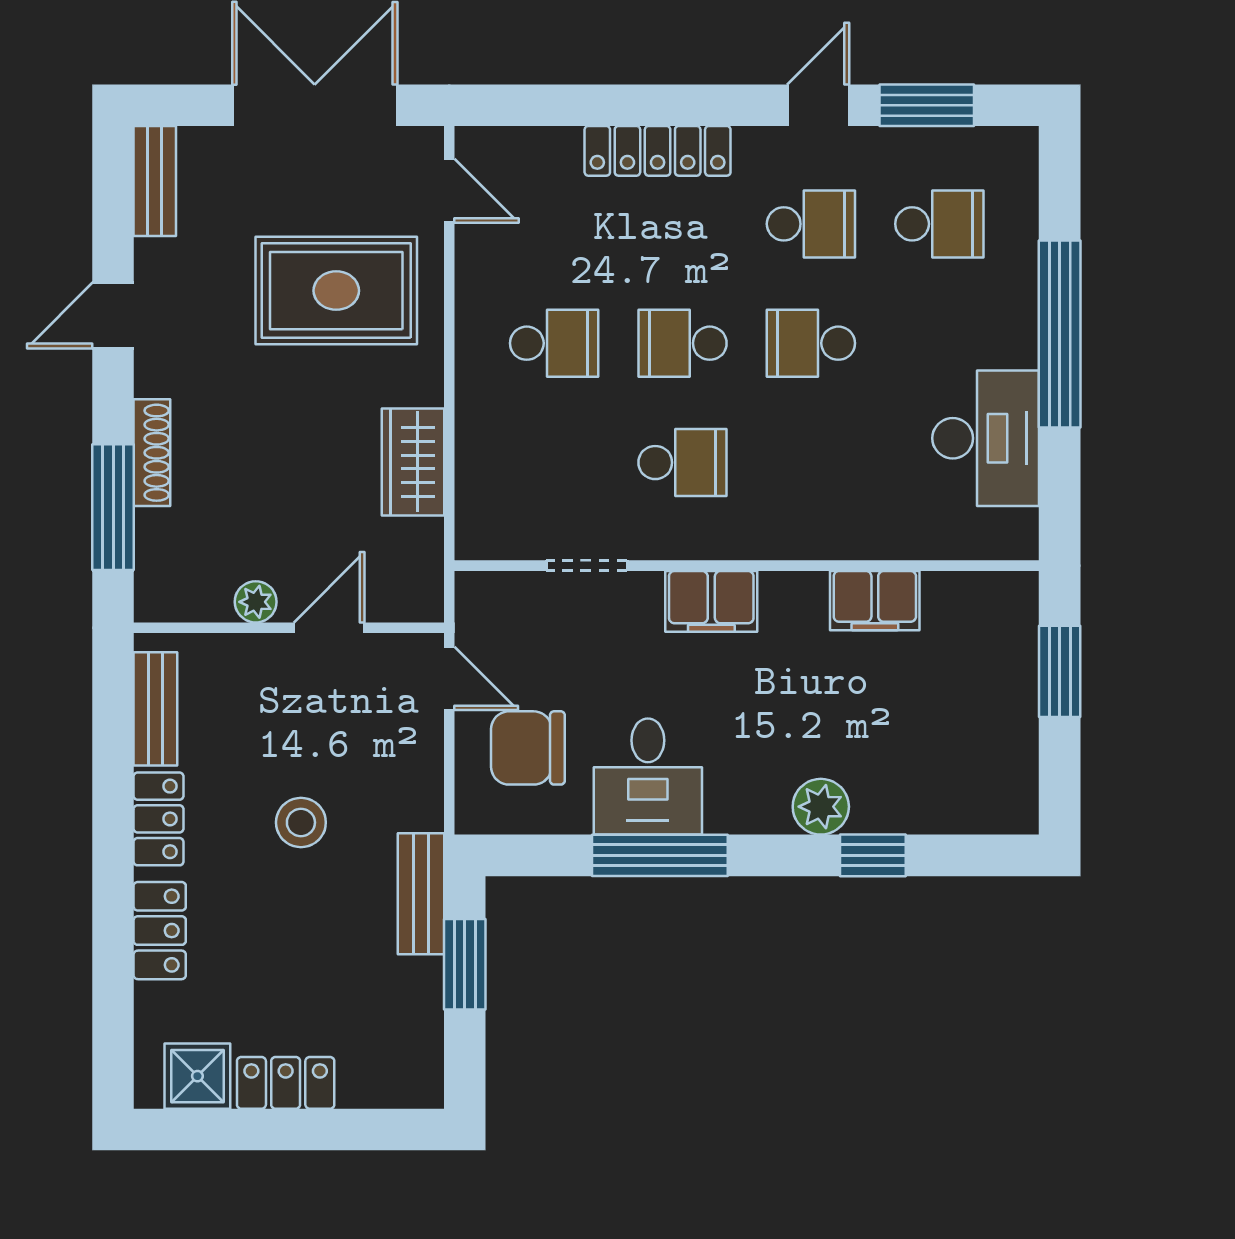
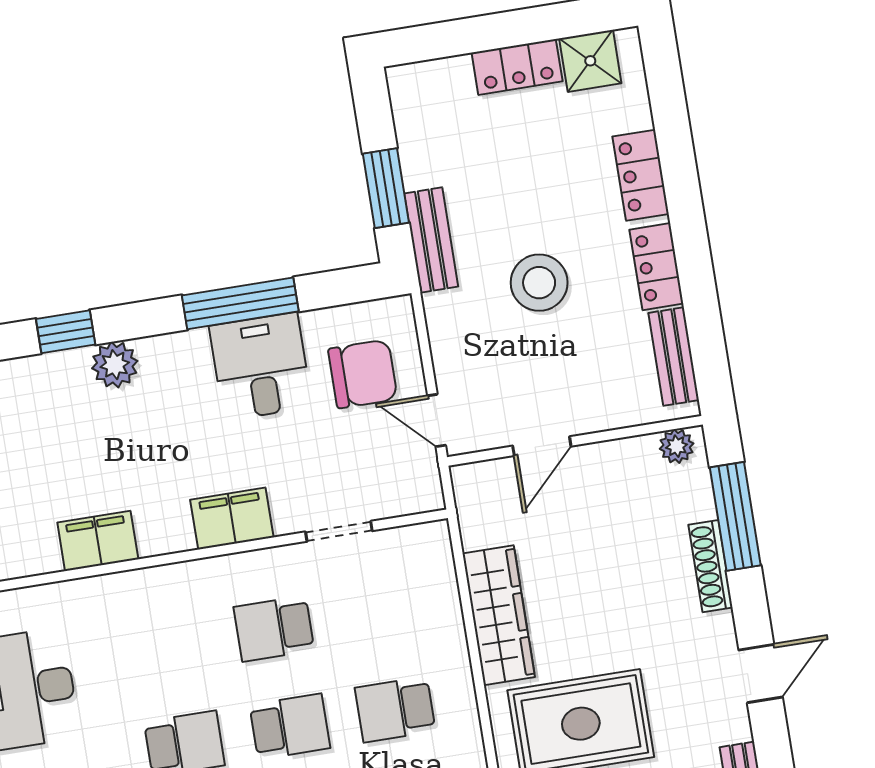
wardrobe: (413, 462) -> (499, 615), width x1.50
plant: (256, 602) -> (677, 446), moved
stool: (301, 822) -> (539, 283), width x1.38, depth x1.38

